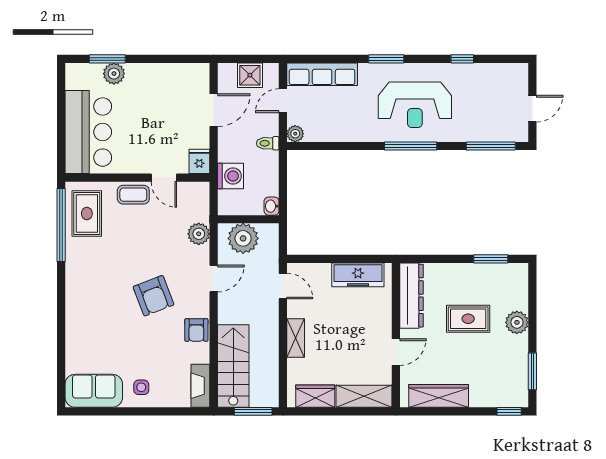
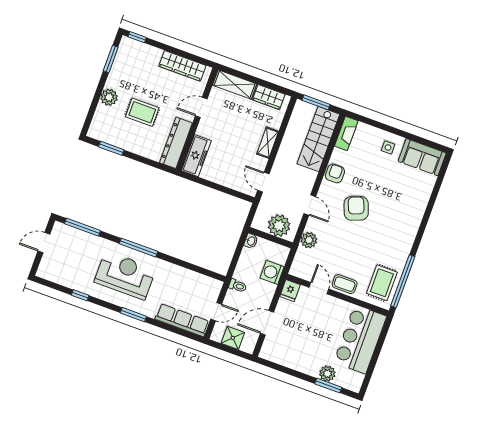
plant: (295, 134) -> (216, 286), removed
freezer: (358, 275) -> (196, 156), moved, turned 90
door: (214, 278) -> (310, 205), swing flipped

